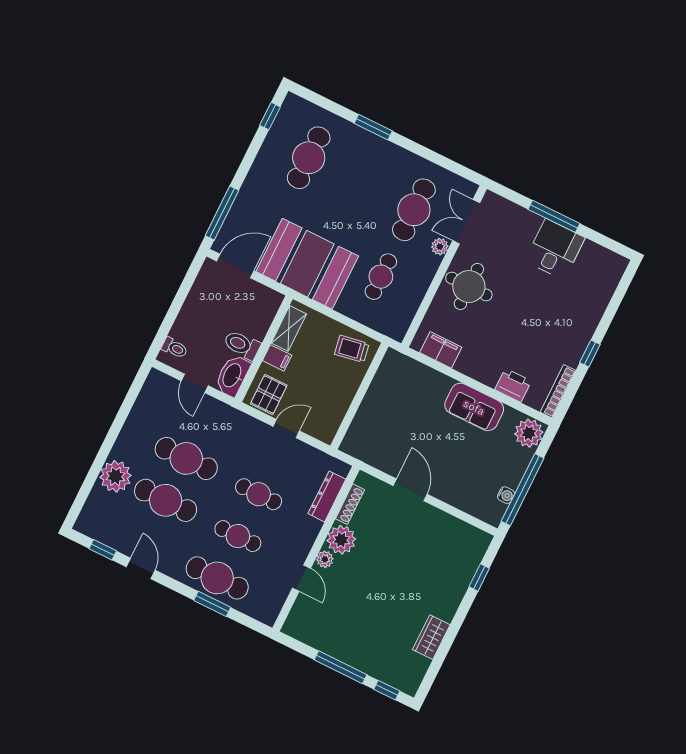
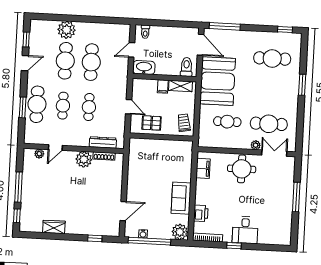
desk: (555, 249) -> (245, 230), moved, turned 90
toilet: (242, 345) -> (186, 67), moved
pallet: (269, 395) -> (152, 123), moved
door: (410, 490) -> (123, 211), moved
plant: (325, 559) -> (39, 154), moved

